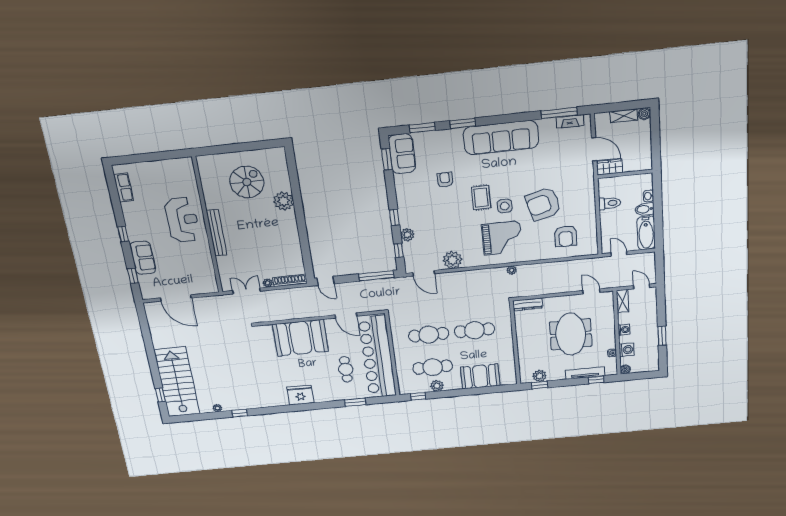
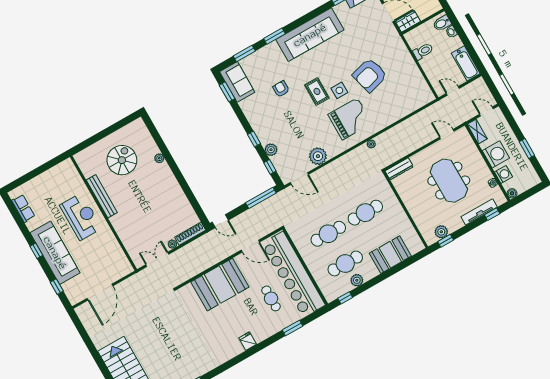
plant: (284, 201) -> (159, 158), width x0.53, depth x0.53
bidet: (644, 209) -> (442, 23), moved
bench: (217, 233) -> (102, 196), moved
armchair: (566, 236) -> (401, 95), removed
sofa: (143, 258) -> (55, 253), width x1.85, depth x1.27
door: (176, 298) -> (100, 292), hinge flipped
washing machine: (624, 330) -> (496, 154), width x1.89, depth x1.89
fridge: (300, 395) -> (248, 341), width x0.53, depth x0.75

